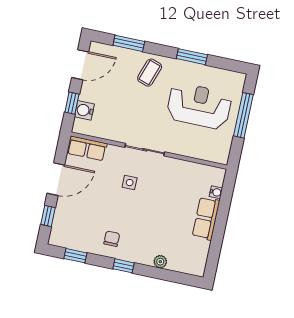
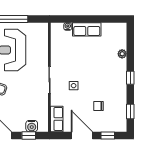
chair: (112, 239) -> (99, 106), moved

